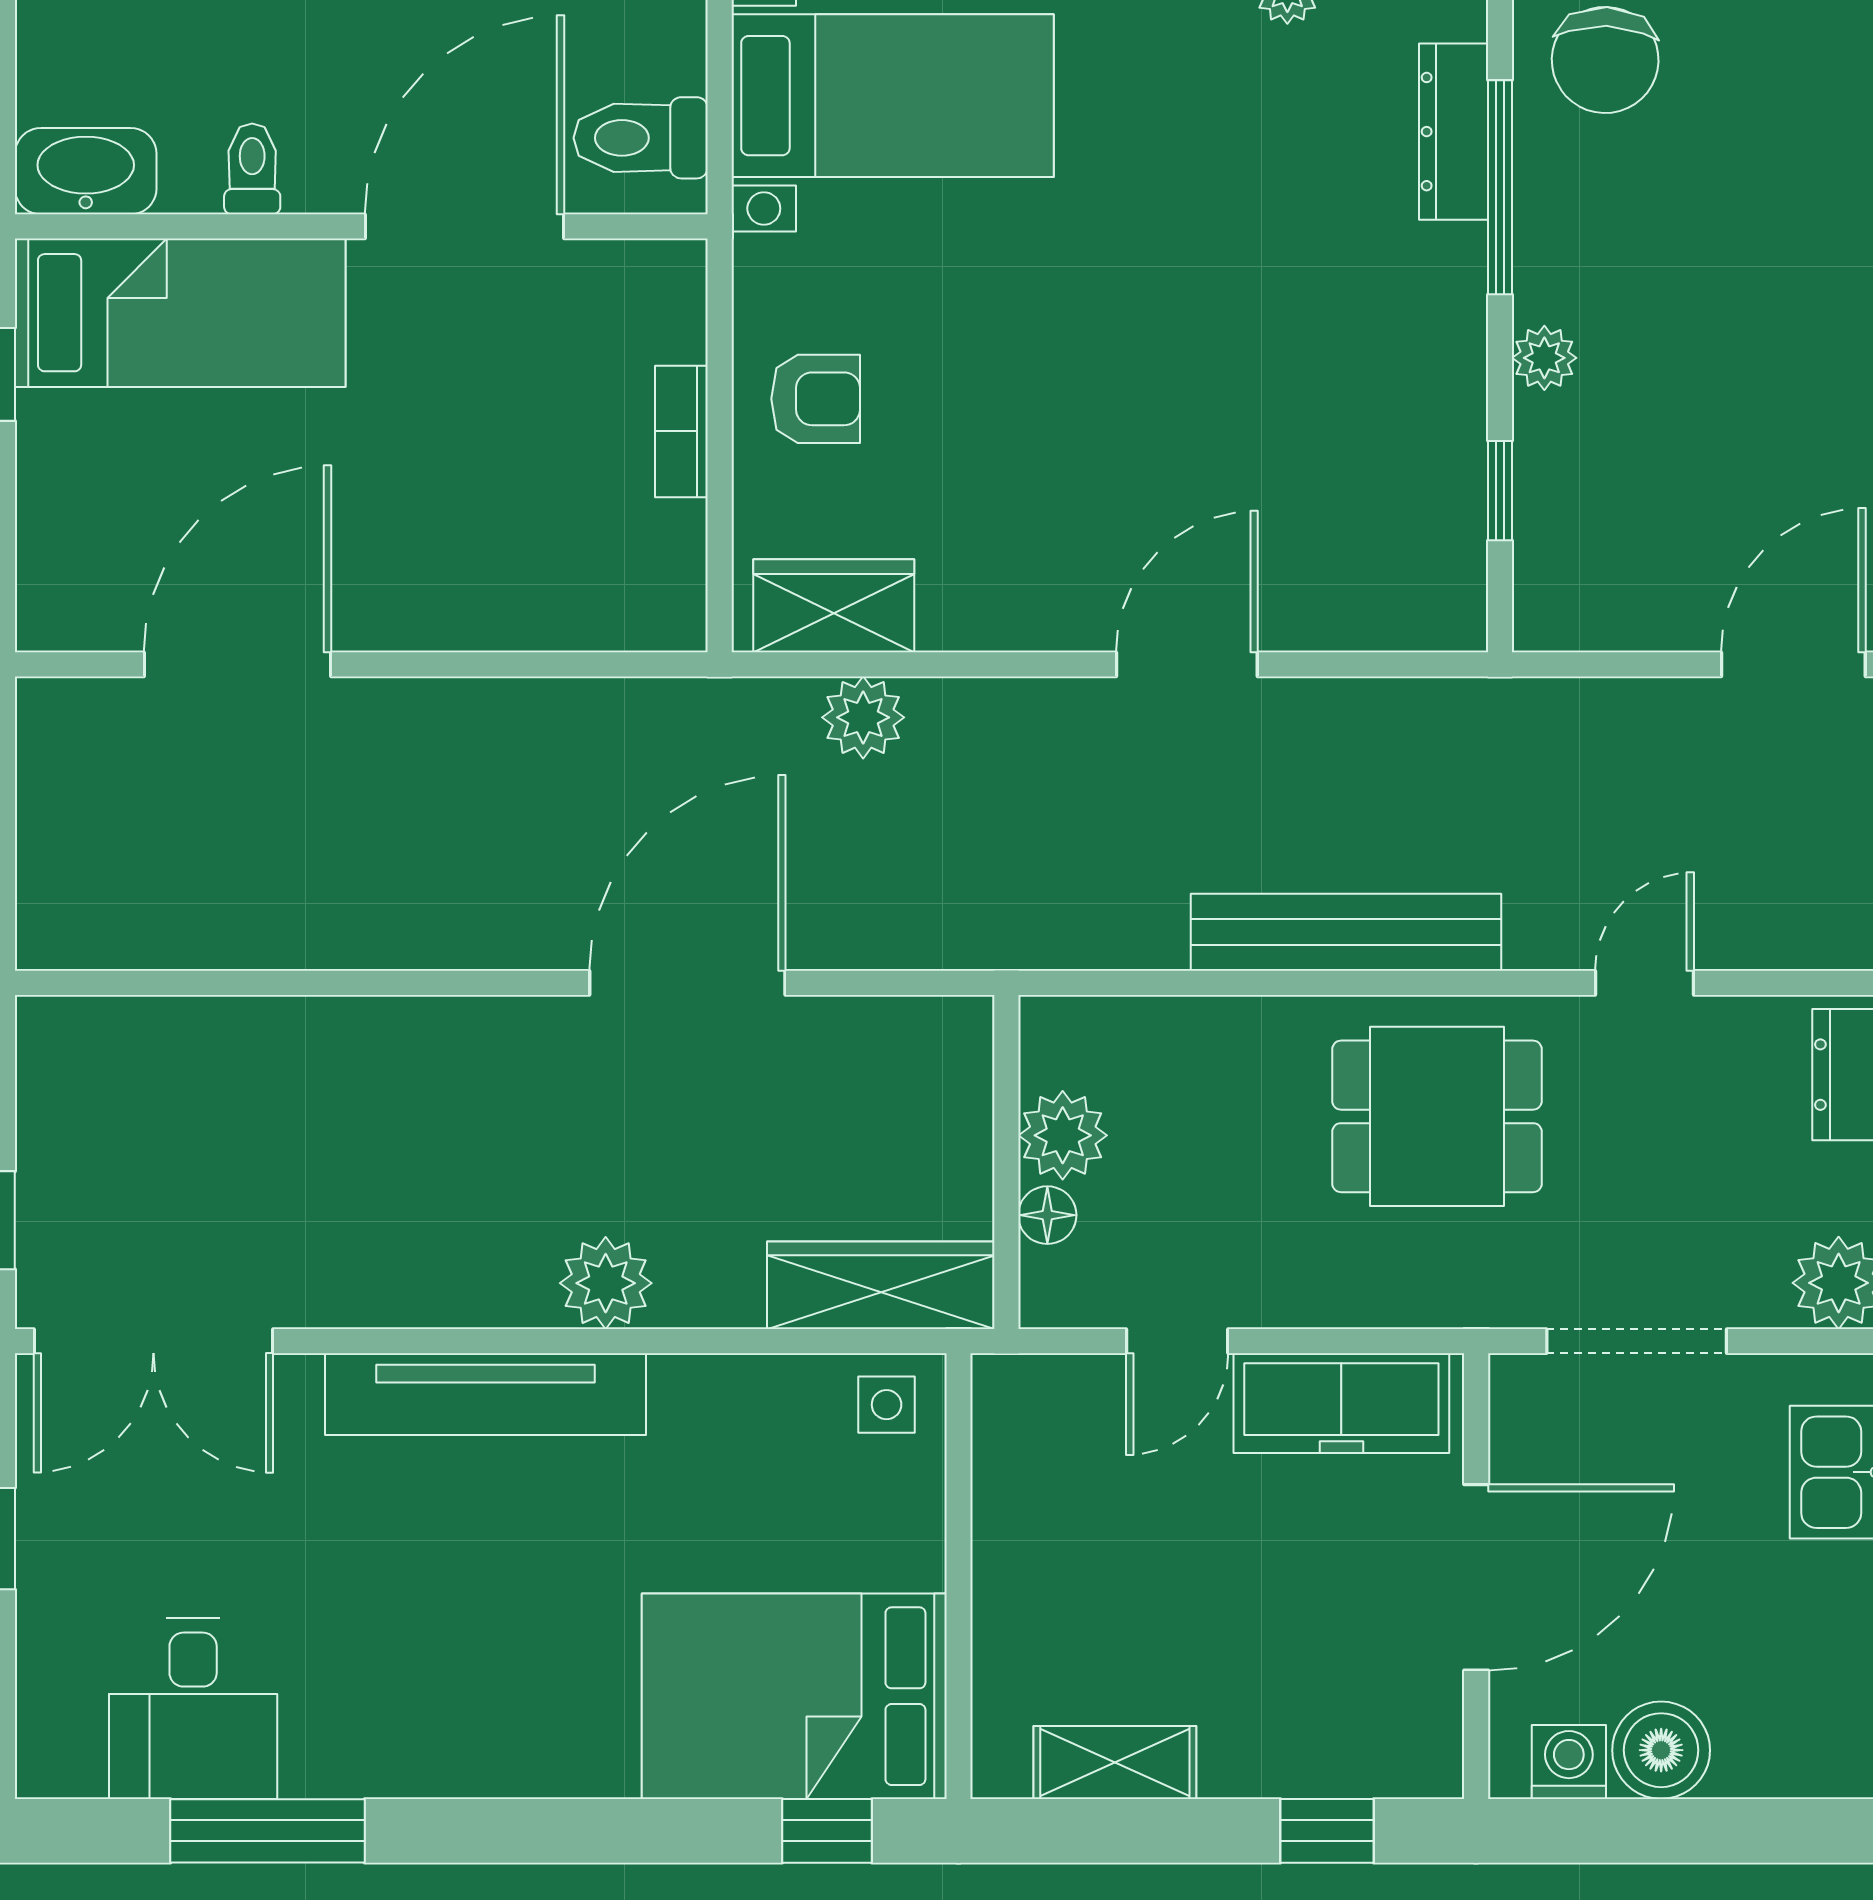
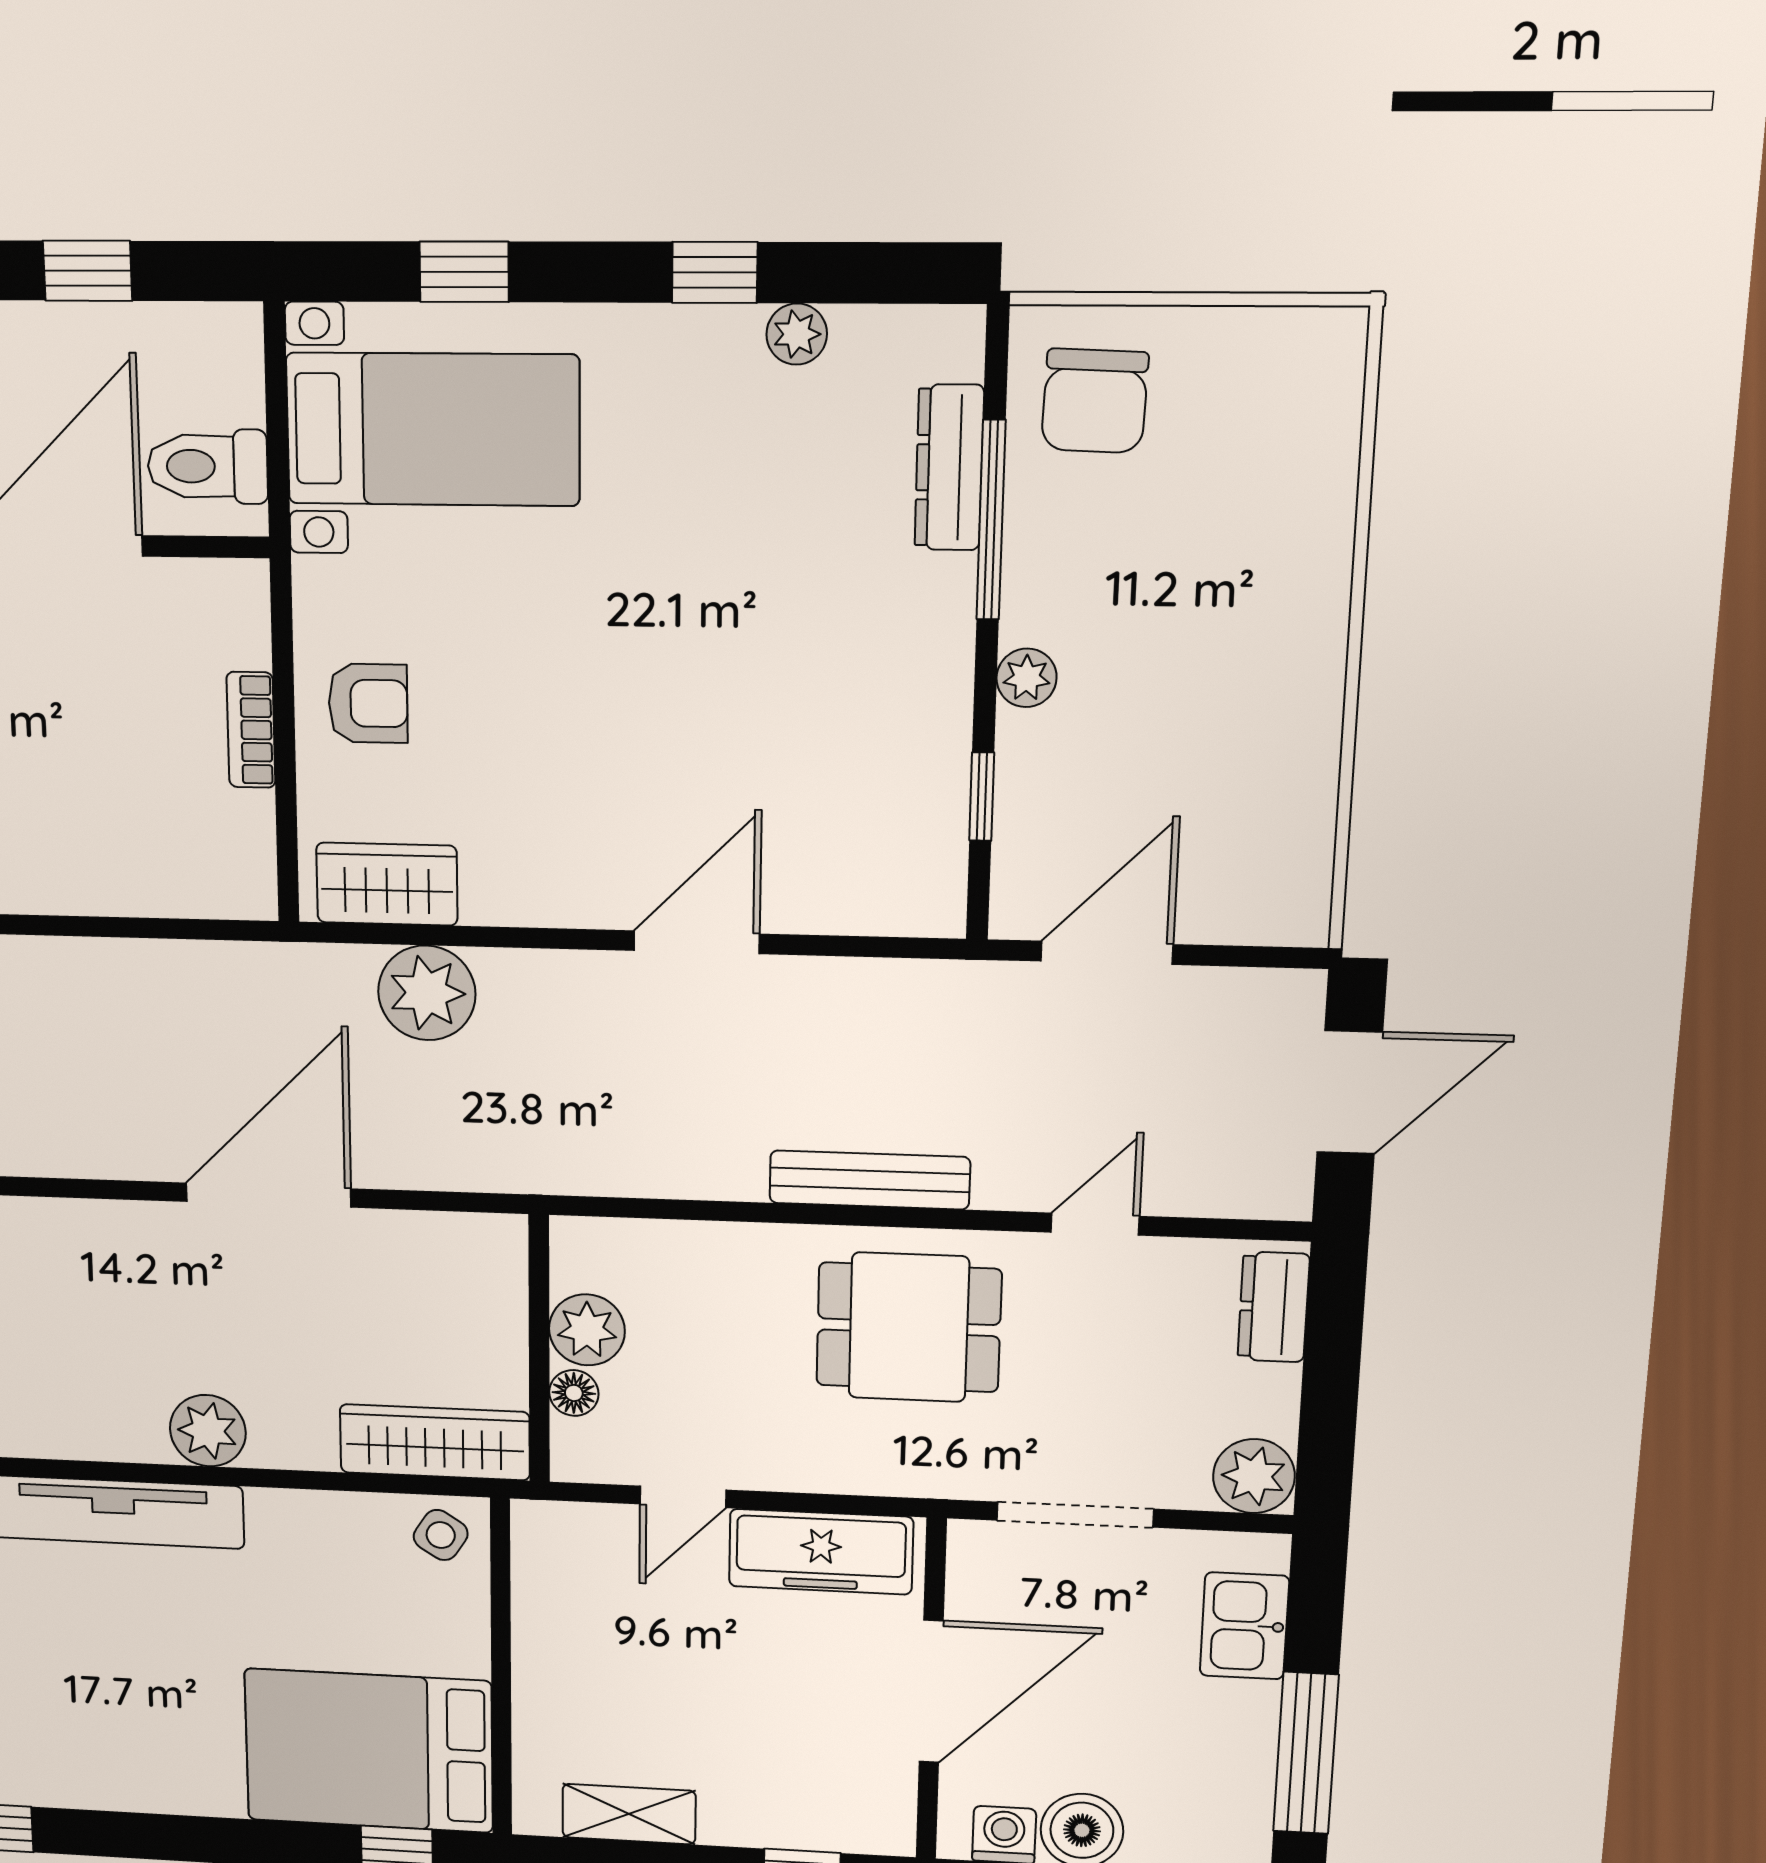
door: (1793, 664) -> (1107, 953), moved
plant: (863, 717) -> (427, 993), width x1.36, depth x1.36
bench: (1346, 932) -> (870, 1180), width x0.73, depth x0.82
side table: (887, 1405) -> (441, 1535), turned 33

